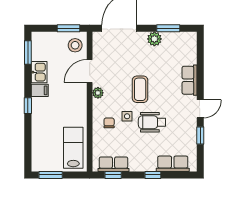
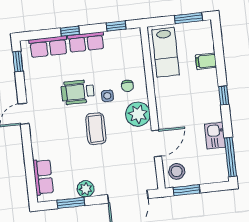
window: (28, 52) -> (230, 157), width x1.44
row of seats: (190, 80) -> (43, 177), moved
filing cabinet: (40, 90) -> (206, 61), moved
plant: (98, 93) -> (138, 114), width x1.88, depth x1.88
wheelchair: (152, 122) -> (78, 92), turned 180
window: (200, 136) -> (18, 62), moved
row of seats: (114, 164) -> (86, 42), moved

